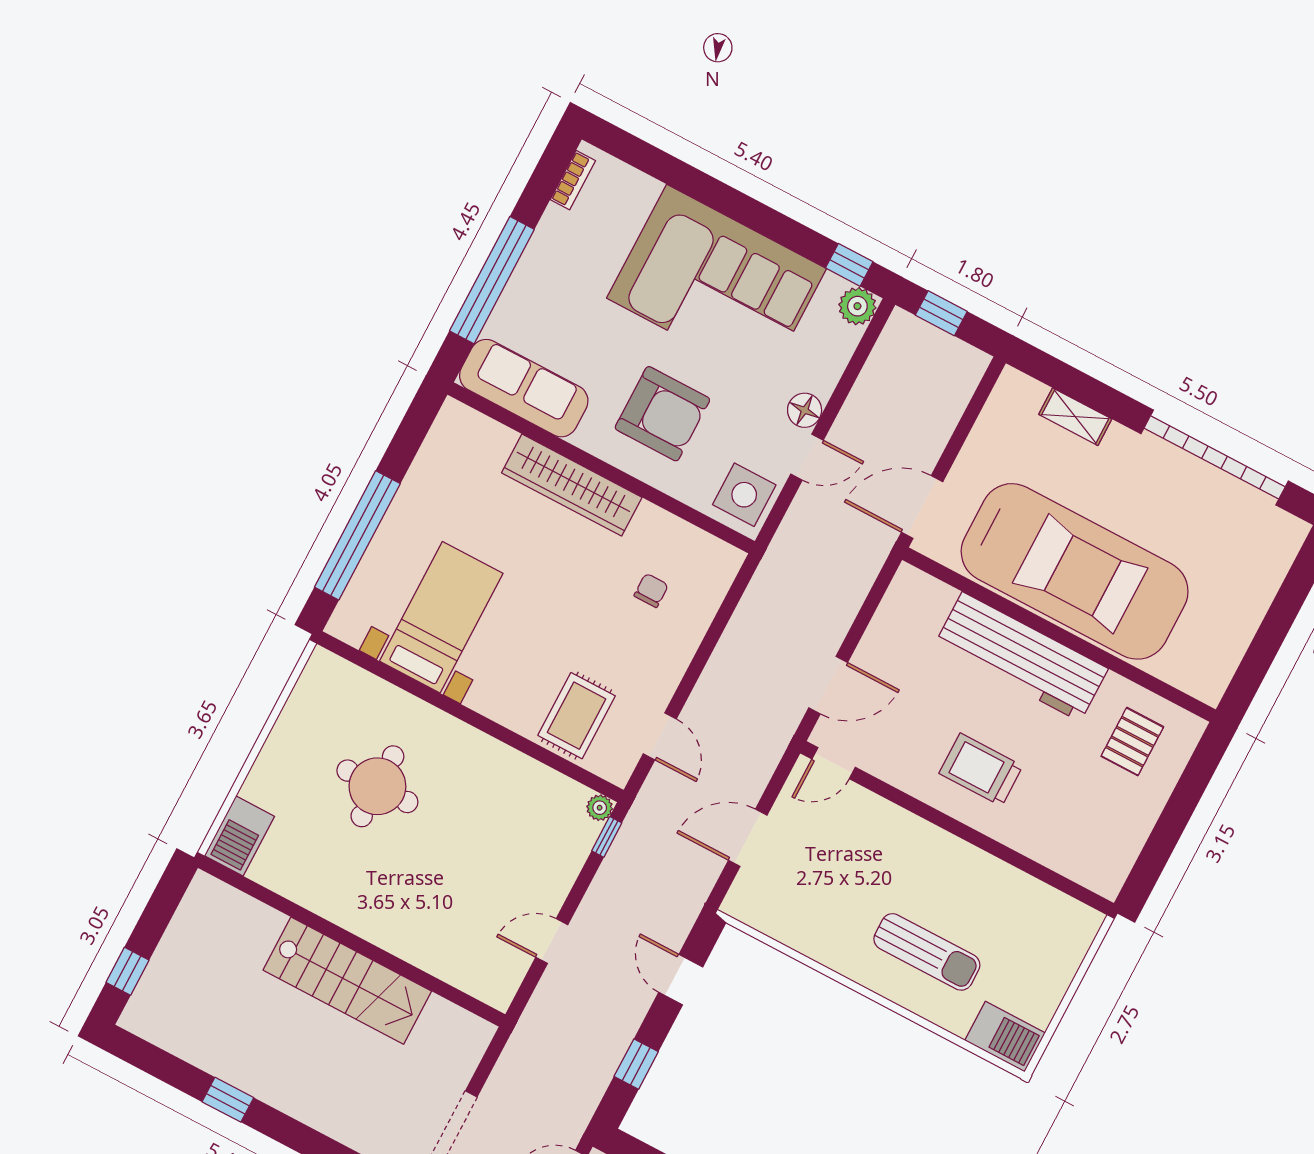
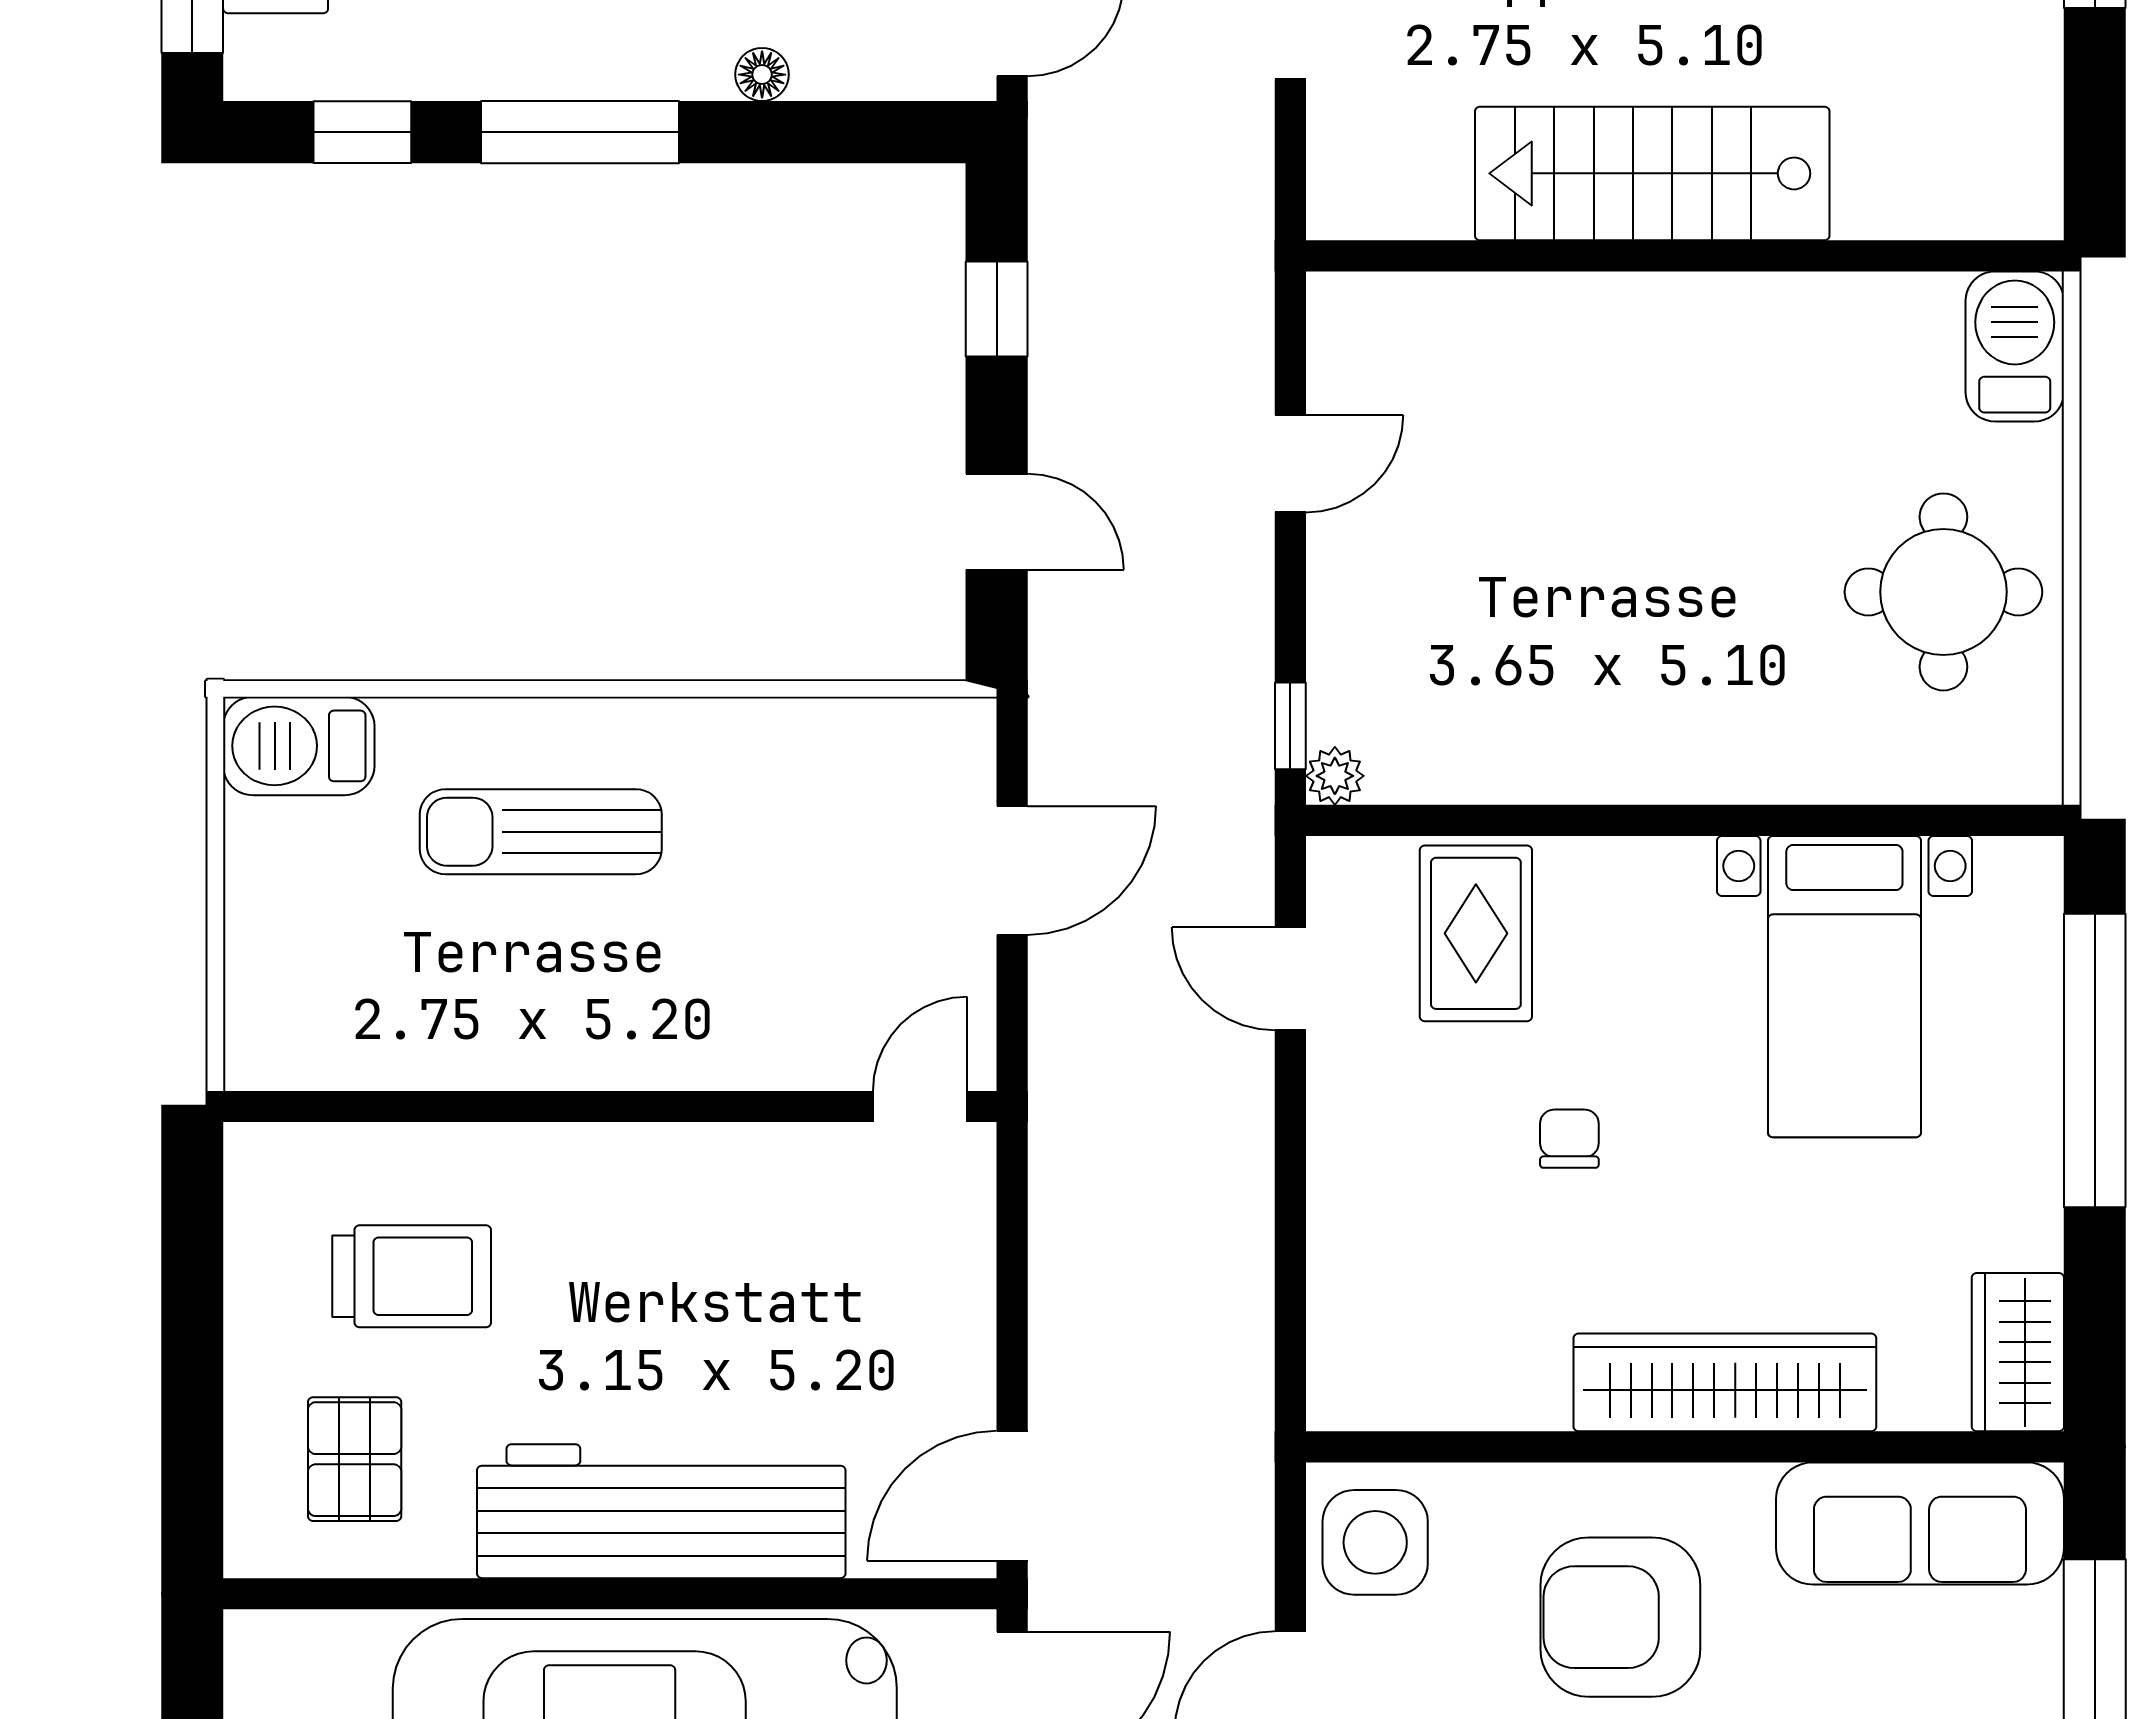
wardrobe: (449, 436) -> (2018, 1352), added
chair: (651, 590) -> (1569, 1139), moved, turned 180
door: (828, 685) -> (1012, 1496), moved
trolley: (981, 770) -> (412, 1276), moved
round table: (377, 786) -> (1943, 592), moved

